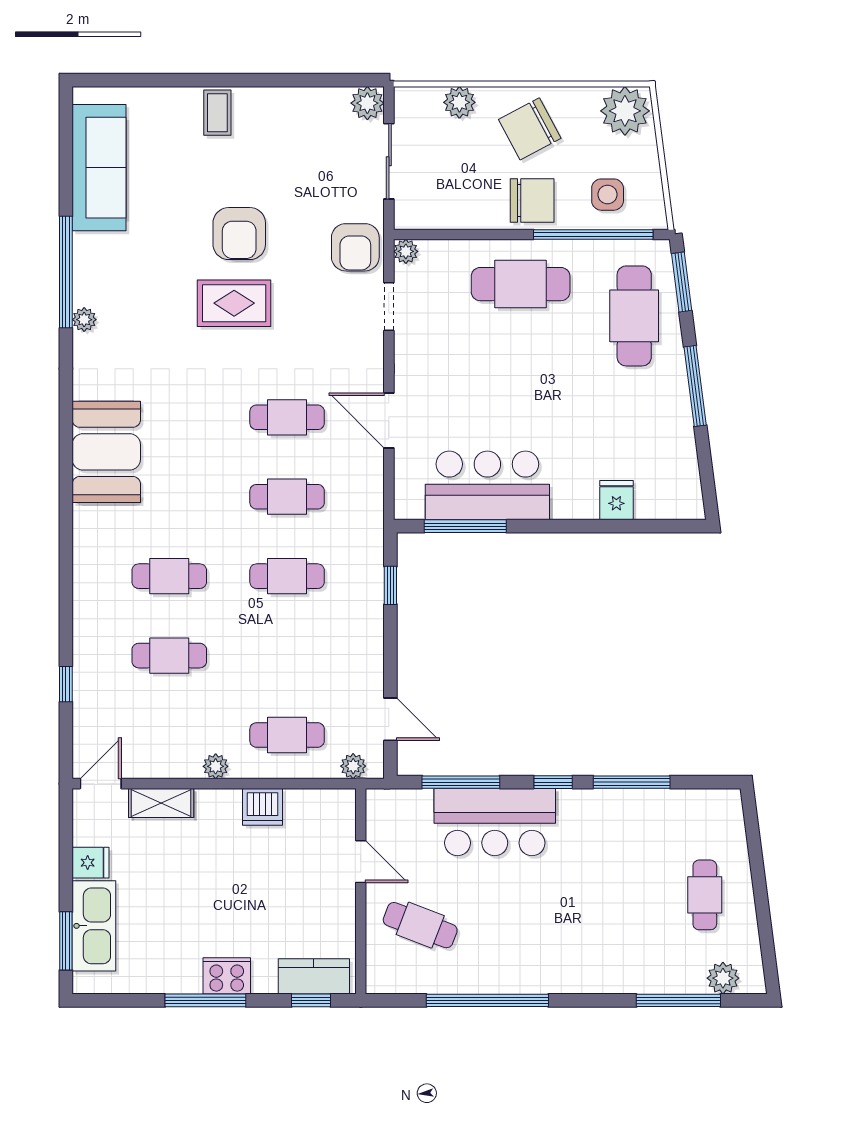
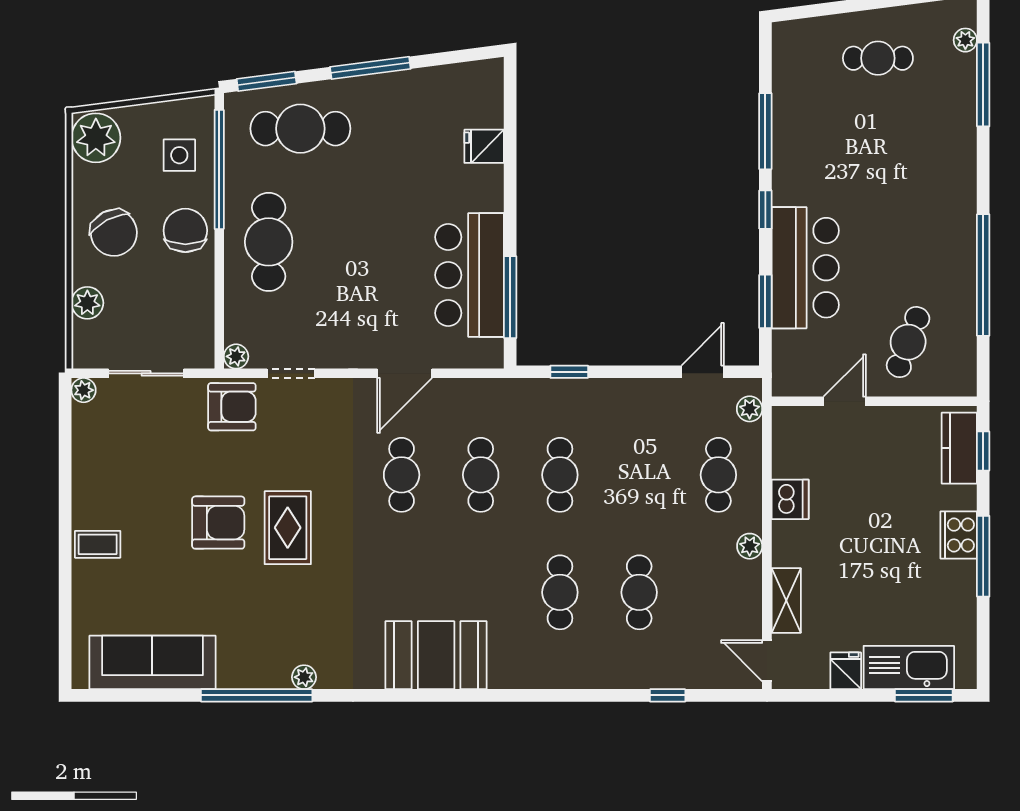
plant: (367, 103) -> (84, 390), width x0.73, depth x0.73
window: (461, 782) -> (765, 301), width x0.69
plant: (723, 978) -> (965, 40), width x0.73, depth x0.73

